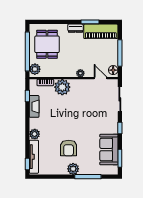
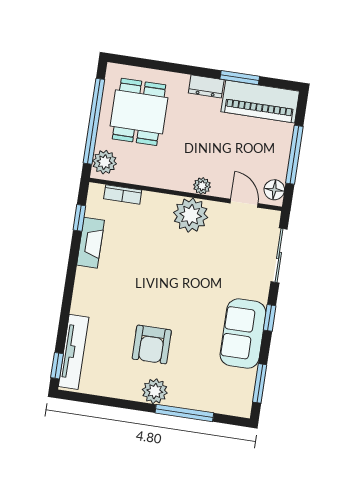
plant: (62, 87) -> (191, 215), moved
plant: (35, 134) -> (82, 303), removed
sofa: (109, 150) -> (243, 334), moved

